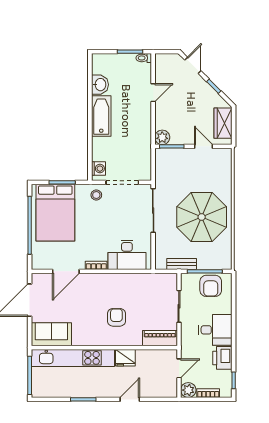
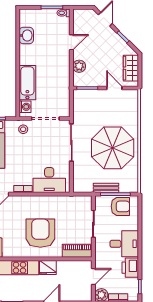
bathtub: (101, 116) -> (27, 83), moved
plant: (162, 137) -> (79, 66), moved
bench: (182, 264) -> (106, 188), moved
armchair: (211, 286) -> (120, 206), turned -90
armchair: (116, 317) -> (40, 233), width x1.88, depth x1.88

